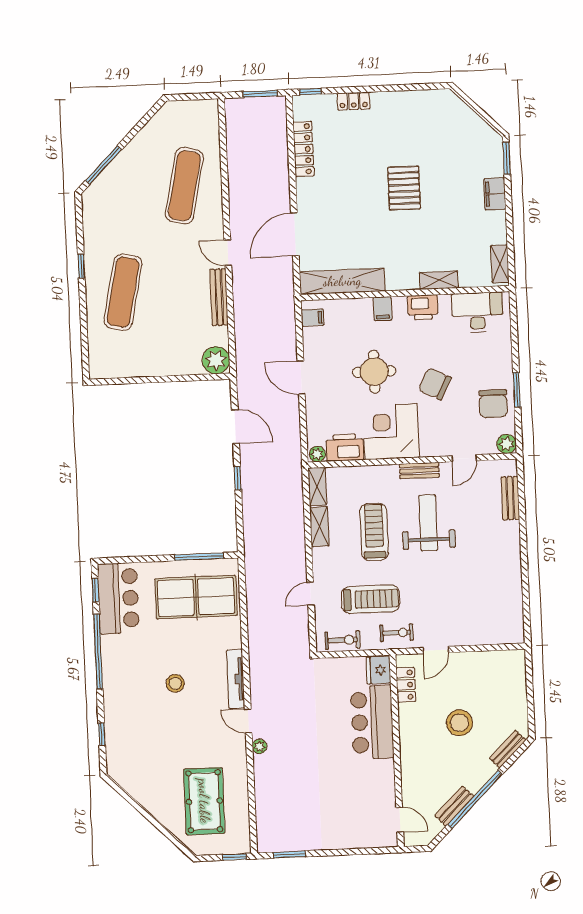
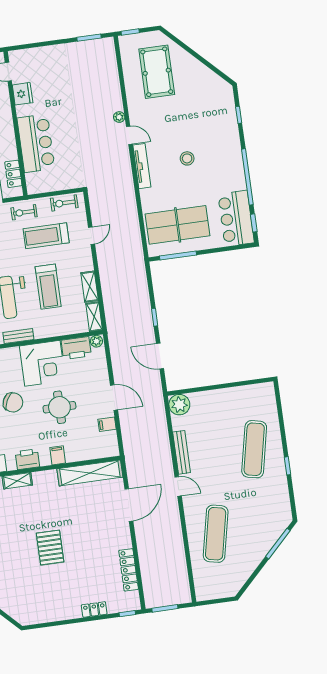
filing cabinet: (313, 317) -> (107, 424), moved
fridge: (379, 670) -> (23, 94), moved

